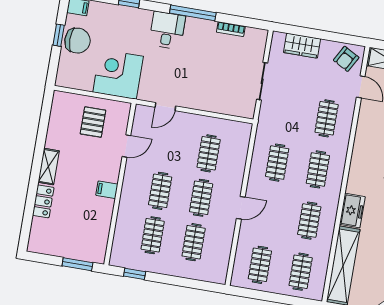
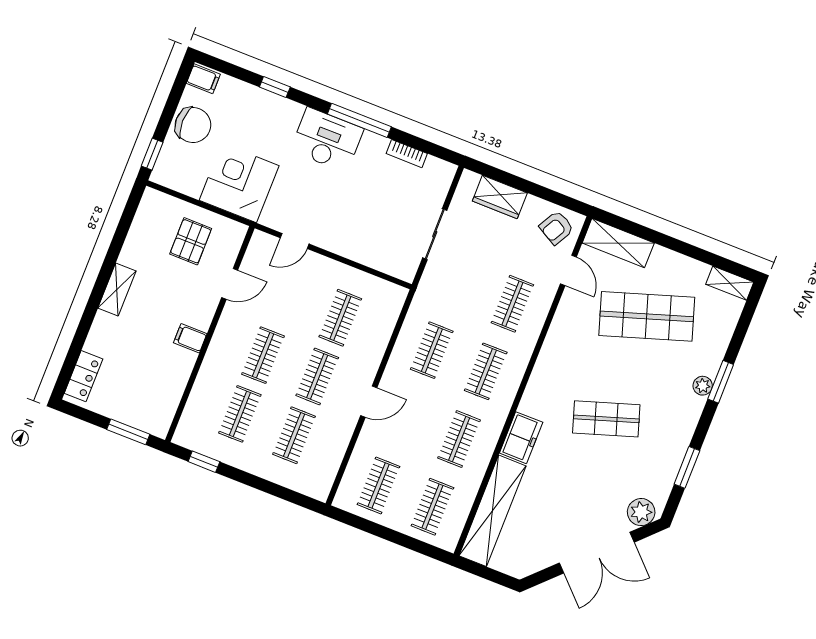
desk: (167, 30) -> (327, 140), width x1.37
window: (59, 35) -> (152, 154), moved
locker: (43, 201) -> (84, 376), moved

